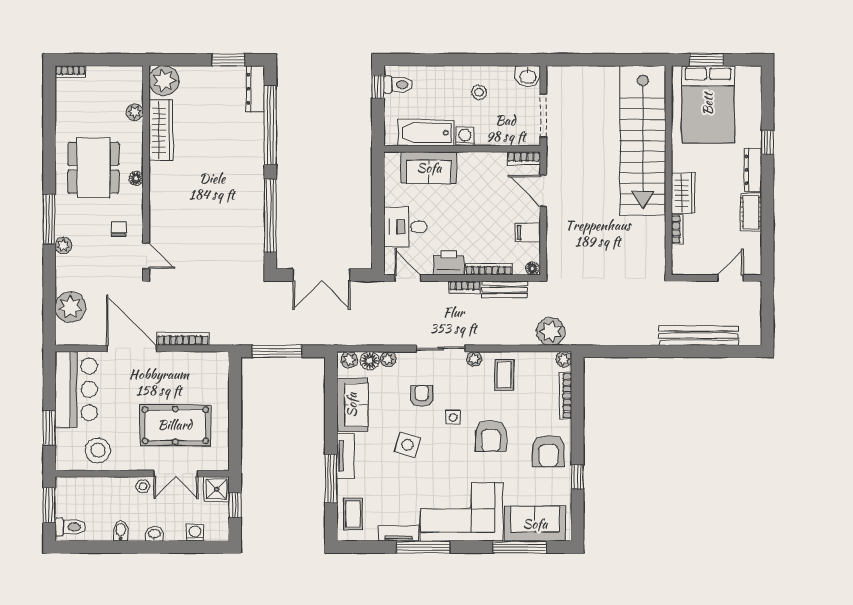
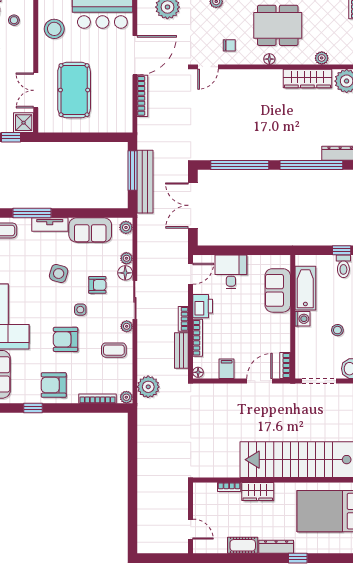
bench: (699, 336) -> (145, 182), moved
floor lamp: (370, 361) -> (125, 273), moved
stool: (143, 486) -> (14, 20), moved

